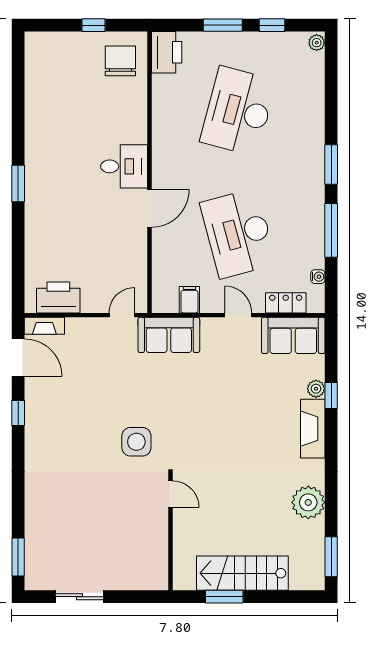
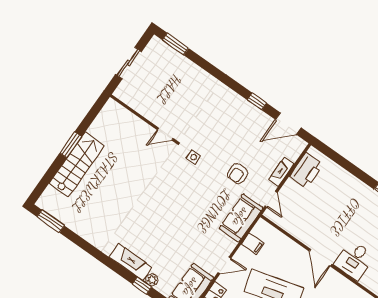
fireplace: (44, 326) -> (281, 172), moved
armchair: (119, 376) -> (238, 173), added
side table: (136, 442) -> (194, 157), width x0.54, depth x0.54
door: (170, 494) -> (165, 134), moved
plant: (308, 502) -> (91, 230), removed
wall: (170, 532) -> (144, 119), moved

